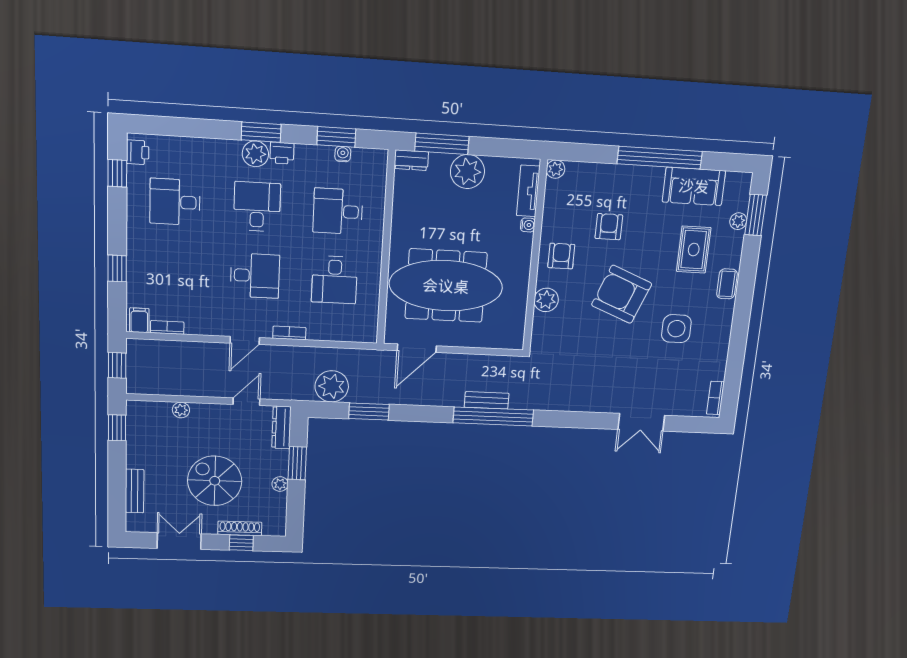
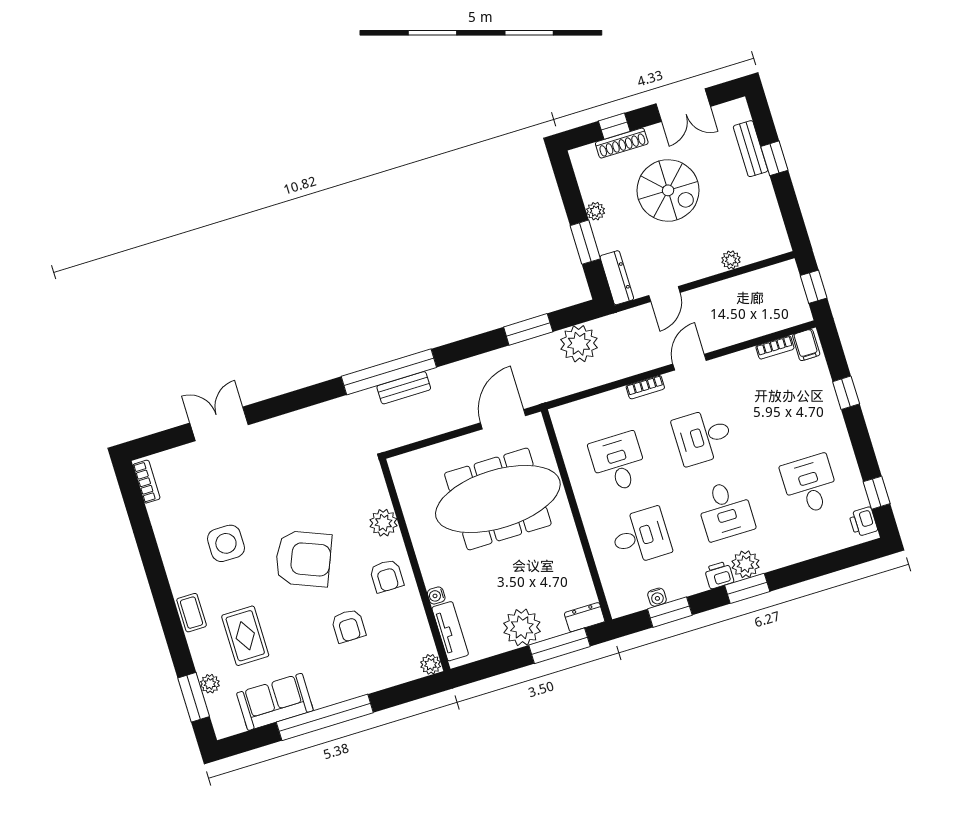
desk: (175, 202) -> (810, 485), turned -90
window: (117, 428) -> (774, 158), moved

